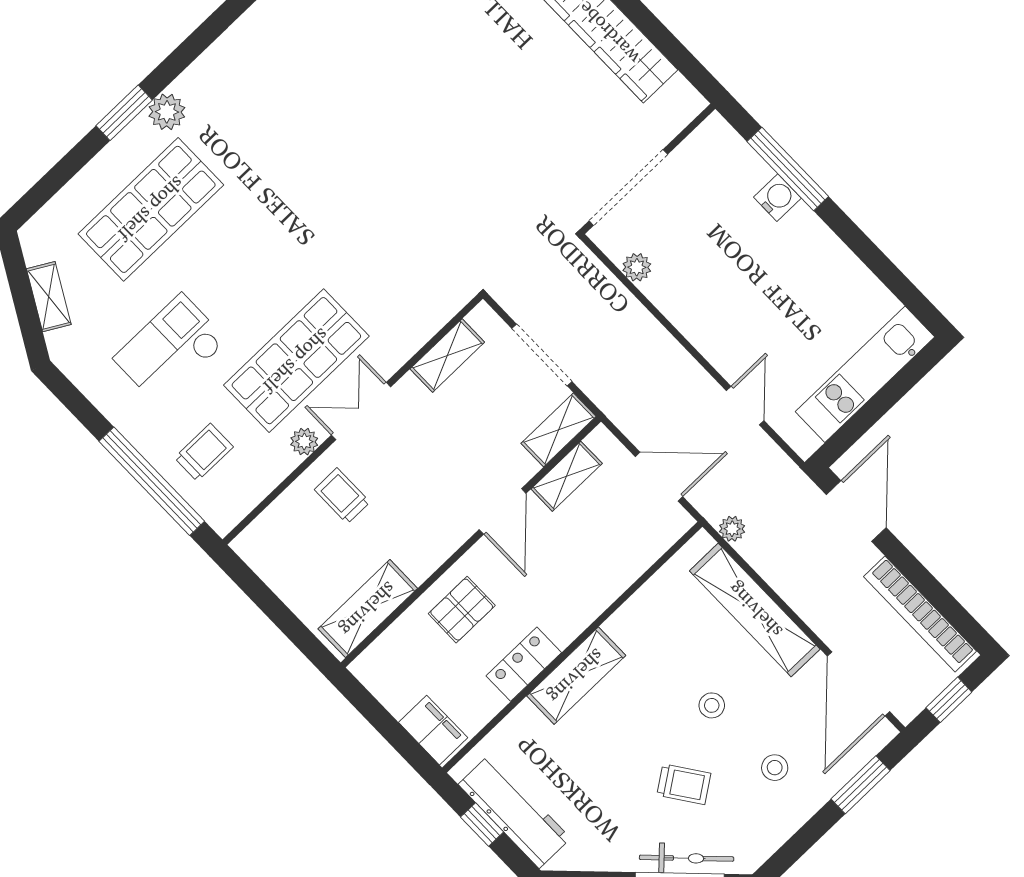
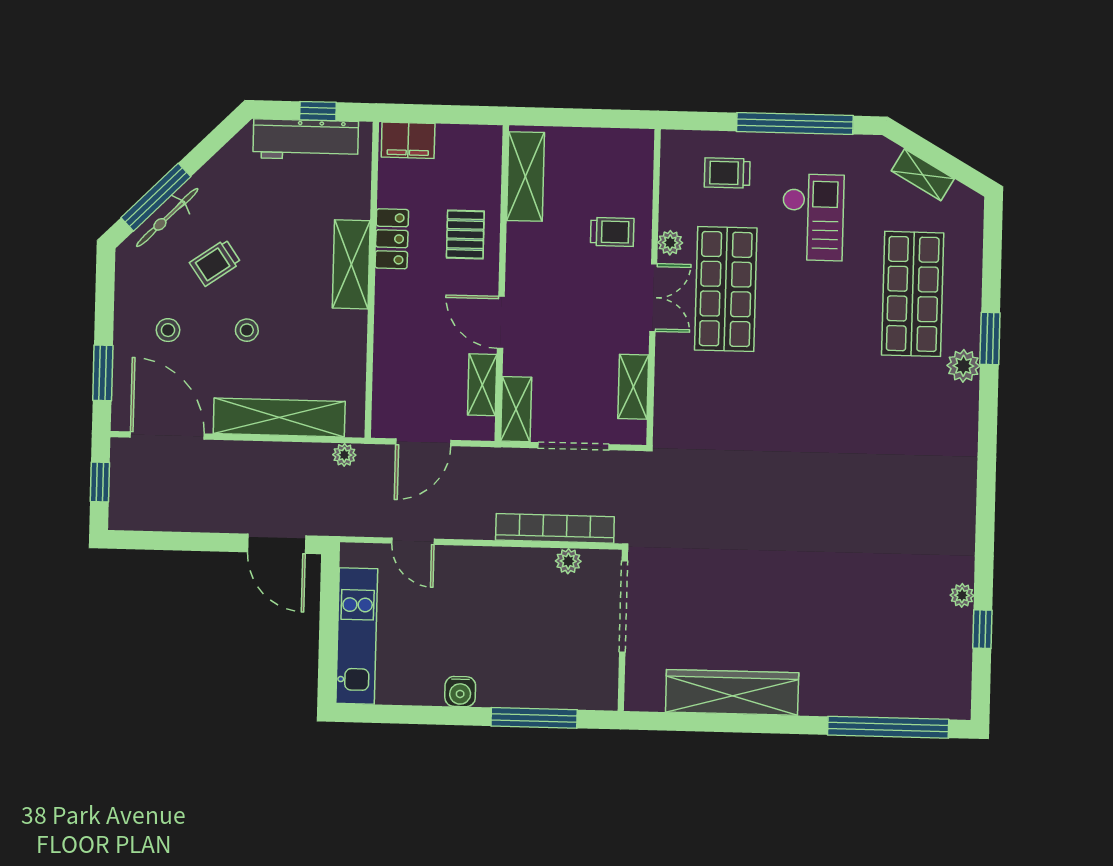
water cooler: (777, 198) -> (460, 692), moved
trolley: (204, 452) -> (727, 173), turned 90
window: (152, 481) -> (795, 124), moved
bookcase: (920, 614) -> (555, 528), moved

